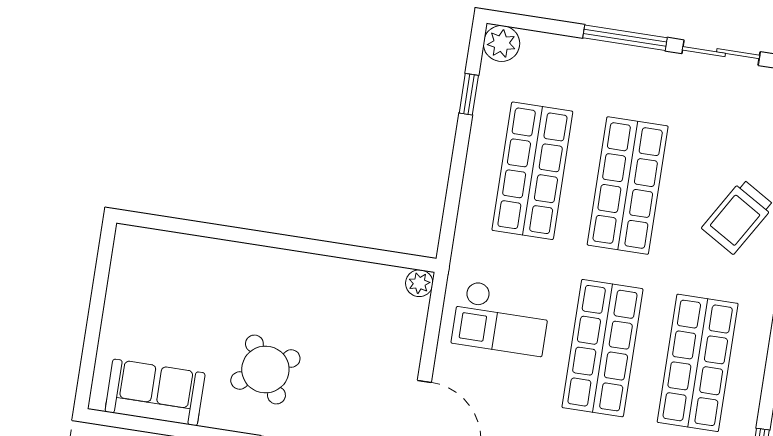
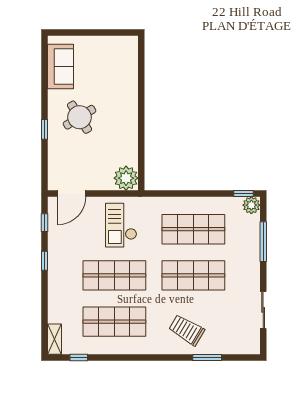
window: (625, 38) -> (263, 242), moved
window: (469, 94) -> (244, 193), moved
plant: (419, 283) -> (126, 178), width x1.88, depth x1.88

